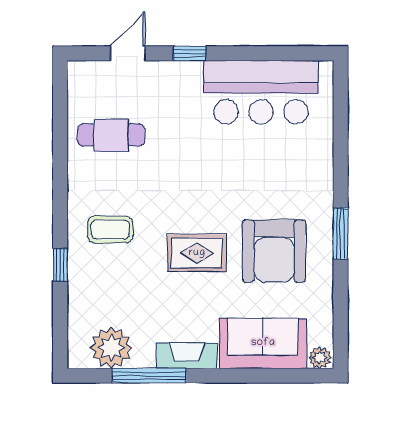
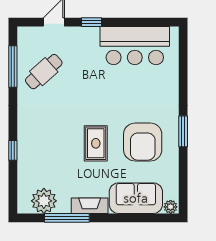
window: (60, 127) -> (13, 67), added
cafe table: (111, 135) -> (44, 72), turned -42
coffee table: (110, 230) -> (43, 129), removed
rug: (197, 253) -> (96, 143), turned 90

